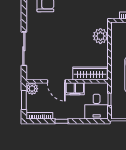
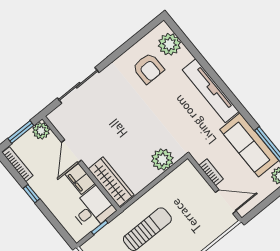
desk: (97, 107) -> (93, 209), moved, turned 180

